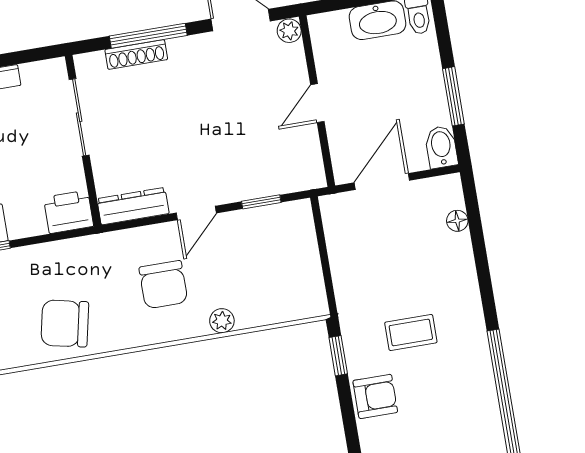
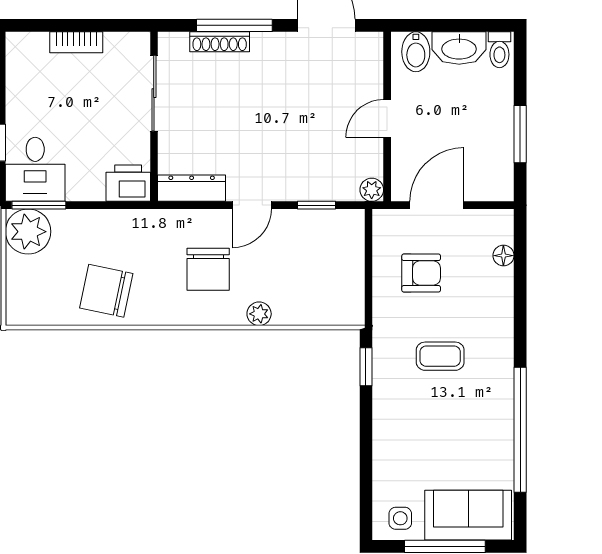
plant: (289, 31) -> (372, 190), moved
bidet: (441, 147) -> (416, 52), moved, turned 180
armchair: (375, 396) -> (421, 273), moved

